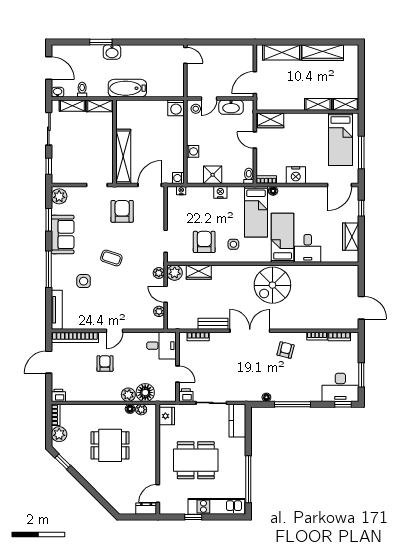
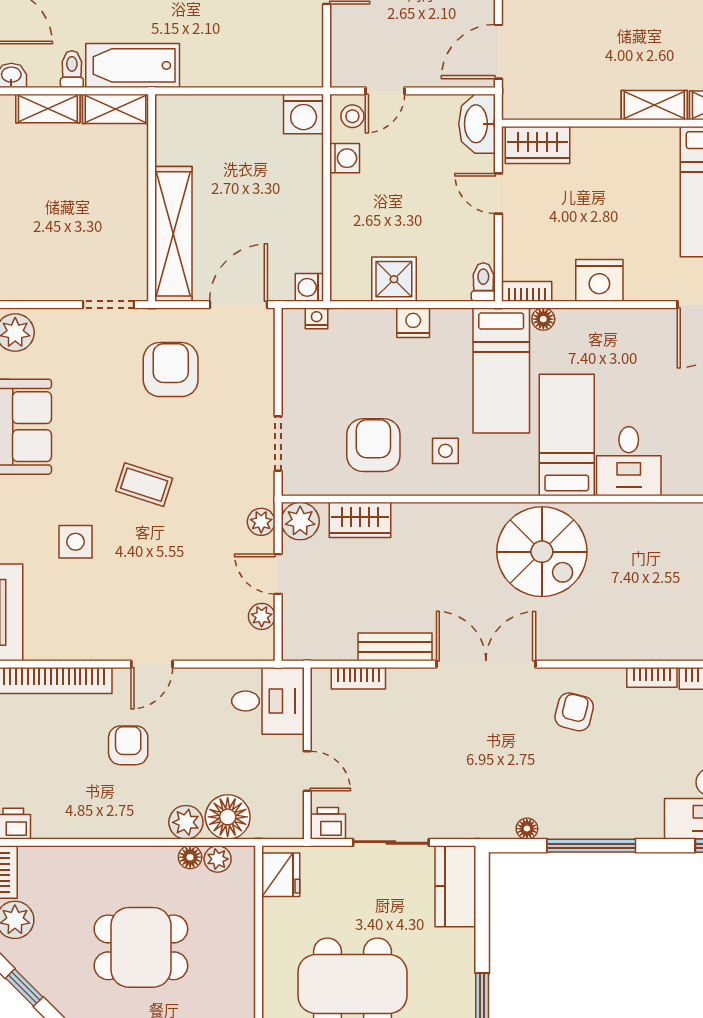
bathtub: (127, 88) -> (133, 65), moved
washbasin: (231, 107) -> (477, 124), moved, turned 90
washing machine: (193, 151) -> (345, 158), moved
spiral stairs: (272, 285) -> (542, 552), turned -90

